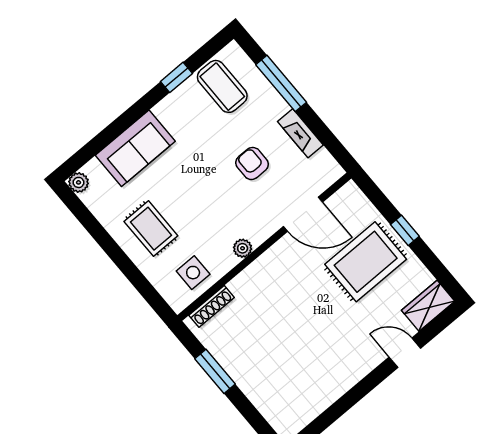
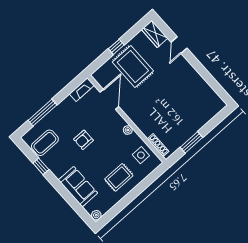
fireplace: (300, 133) -> (82, 90), moved
armchair: (252, 163) -> (83, 140), moved

